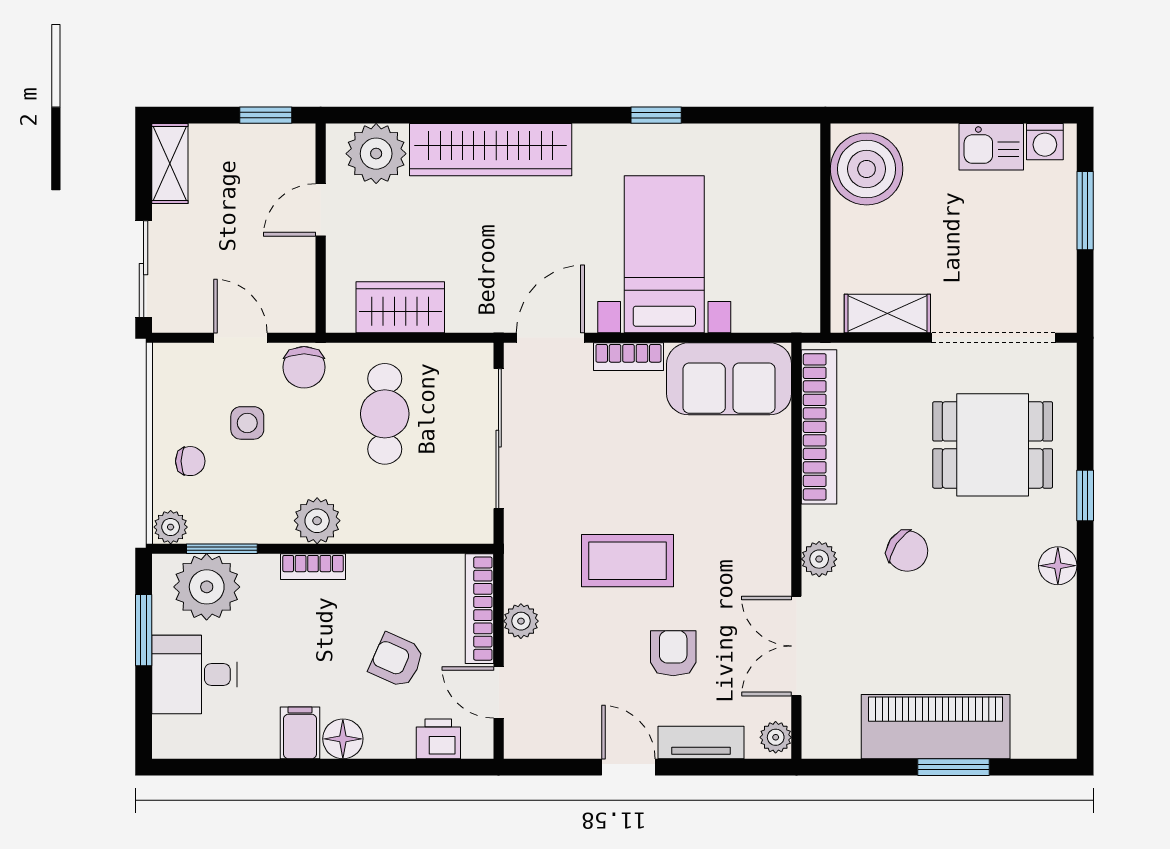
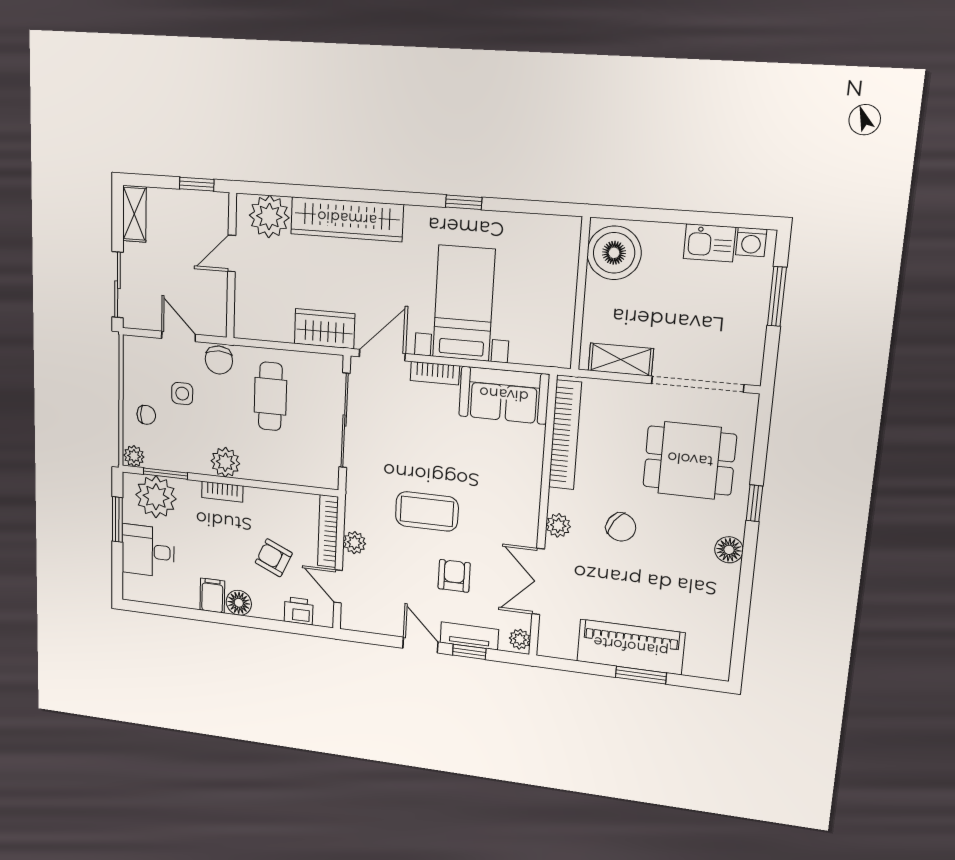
wardrobe: (400, 307) -> (325, 329), moved
window: (702, 767) -> (469, 652), added

